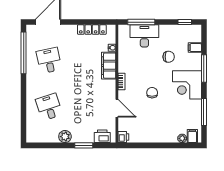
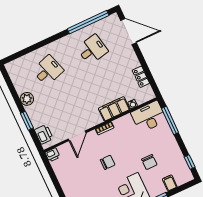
locker: (92, 30) -> (141, 77), width x0.66
desk: (144, 36) -> (149, 117), moved, turned -90

